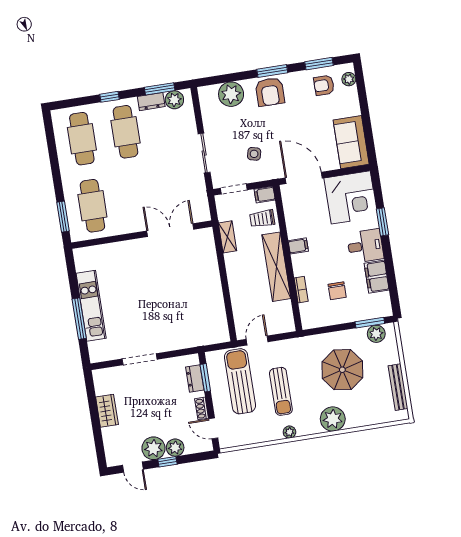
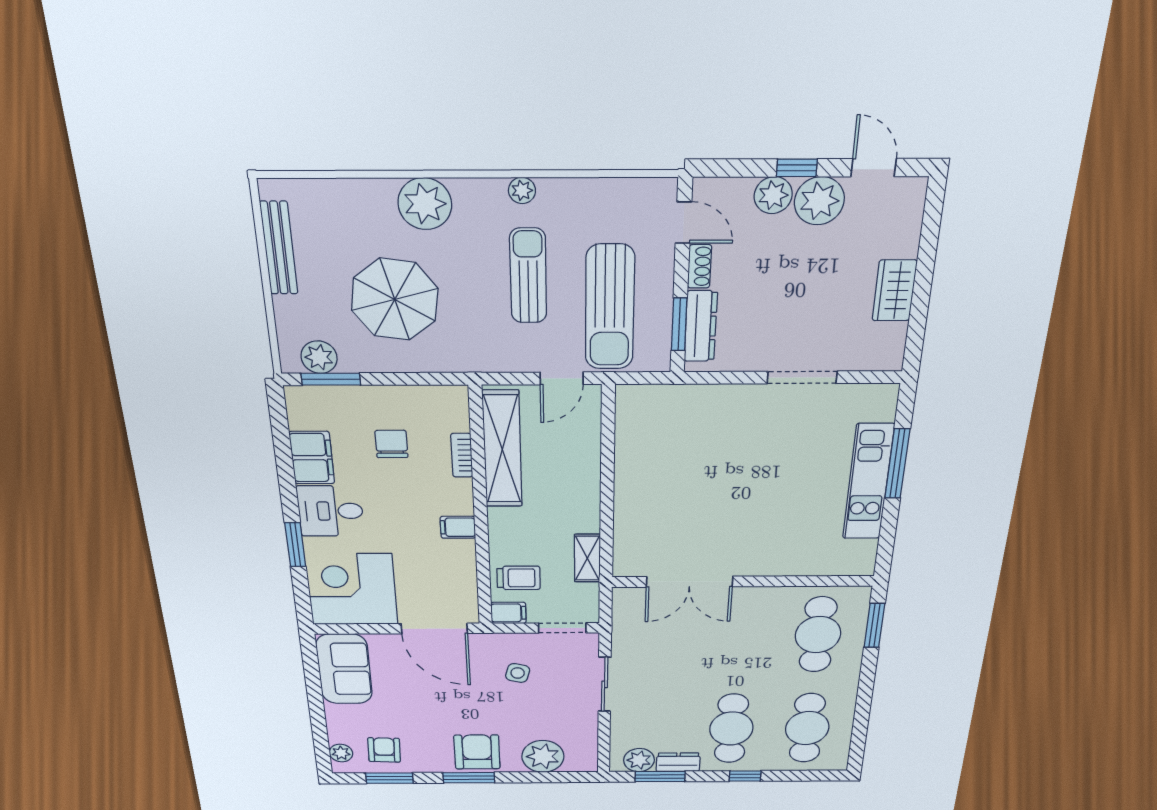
armchair: (324, 85) -> (384, 750), turned -88
shelving: (276, 267) -> (502, 449), moved
dresser: (195, 378) -> (701, 326), width x1.44

